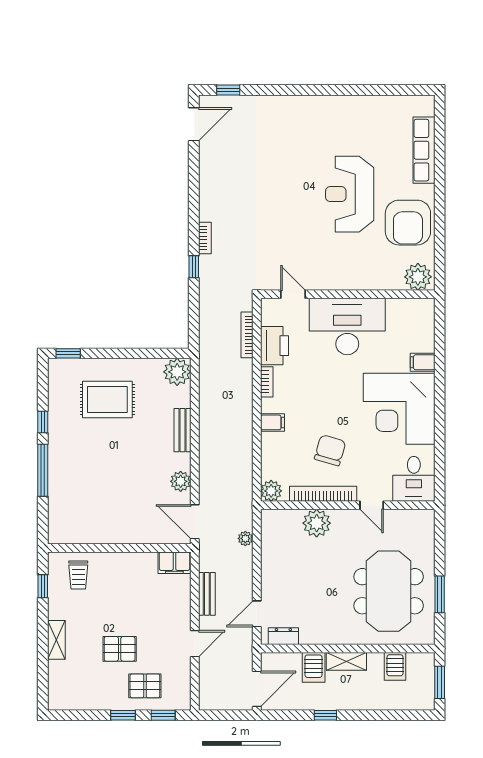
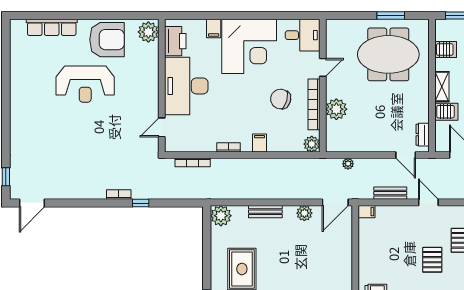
door: (194, 124) -> (32, 203), swing flipped
printer: (274, 346) -> (175, 41), moved, turned 90
filing cabinet: (174, 563) -> (367, 212), width x0.50

